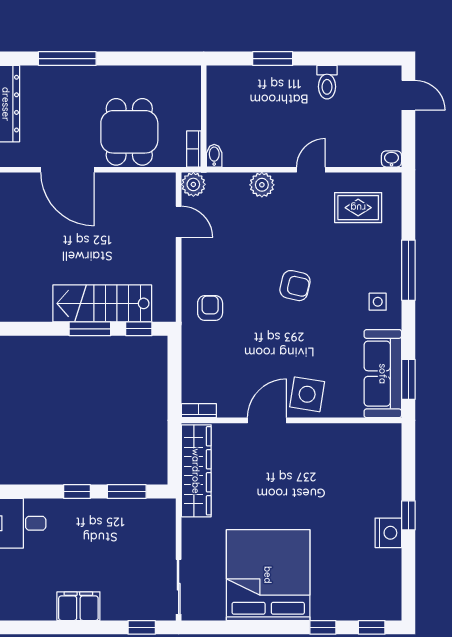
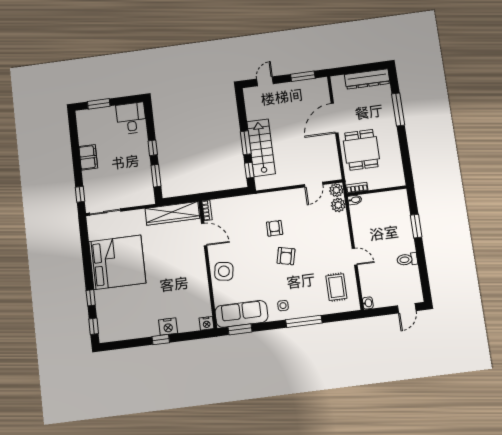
dining table: (129, 132) -> (361, 150), turned 90
plant: (262, 185) -> (338, 205), moved
armchair: (210, 308) -> (275, 228), moved, turned -90
door: (267, 420) -> (204, 234), moved
nightstand: (391, 435) -> (207, 323), added
nightstand: (388, 533) -> (168, 327), moved

